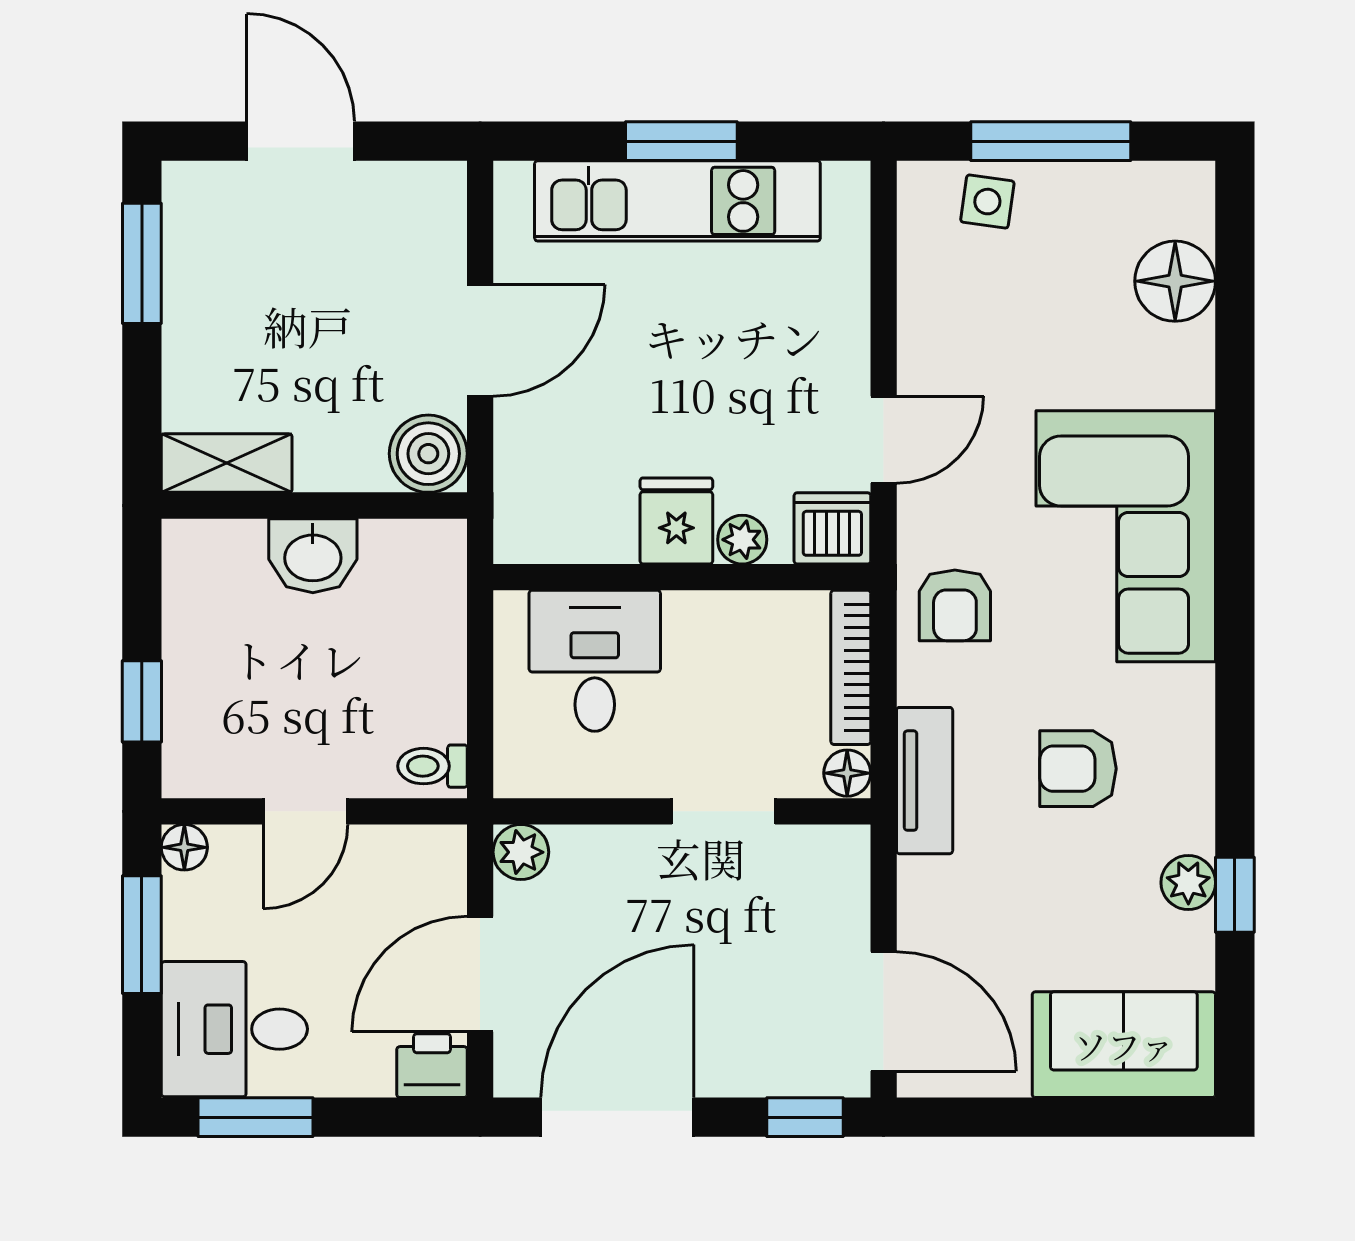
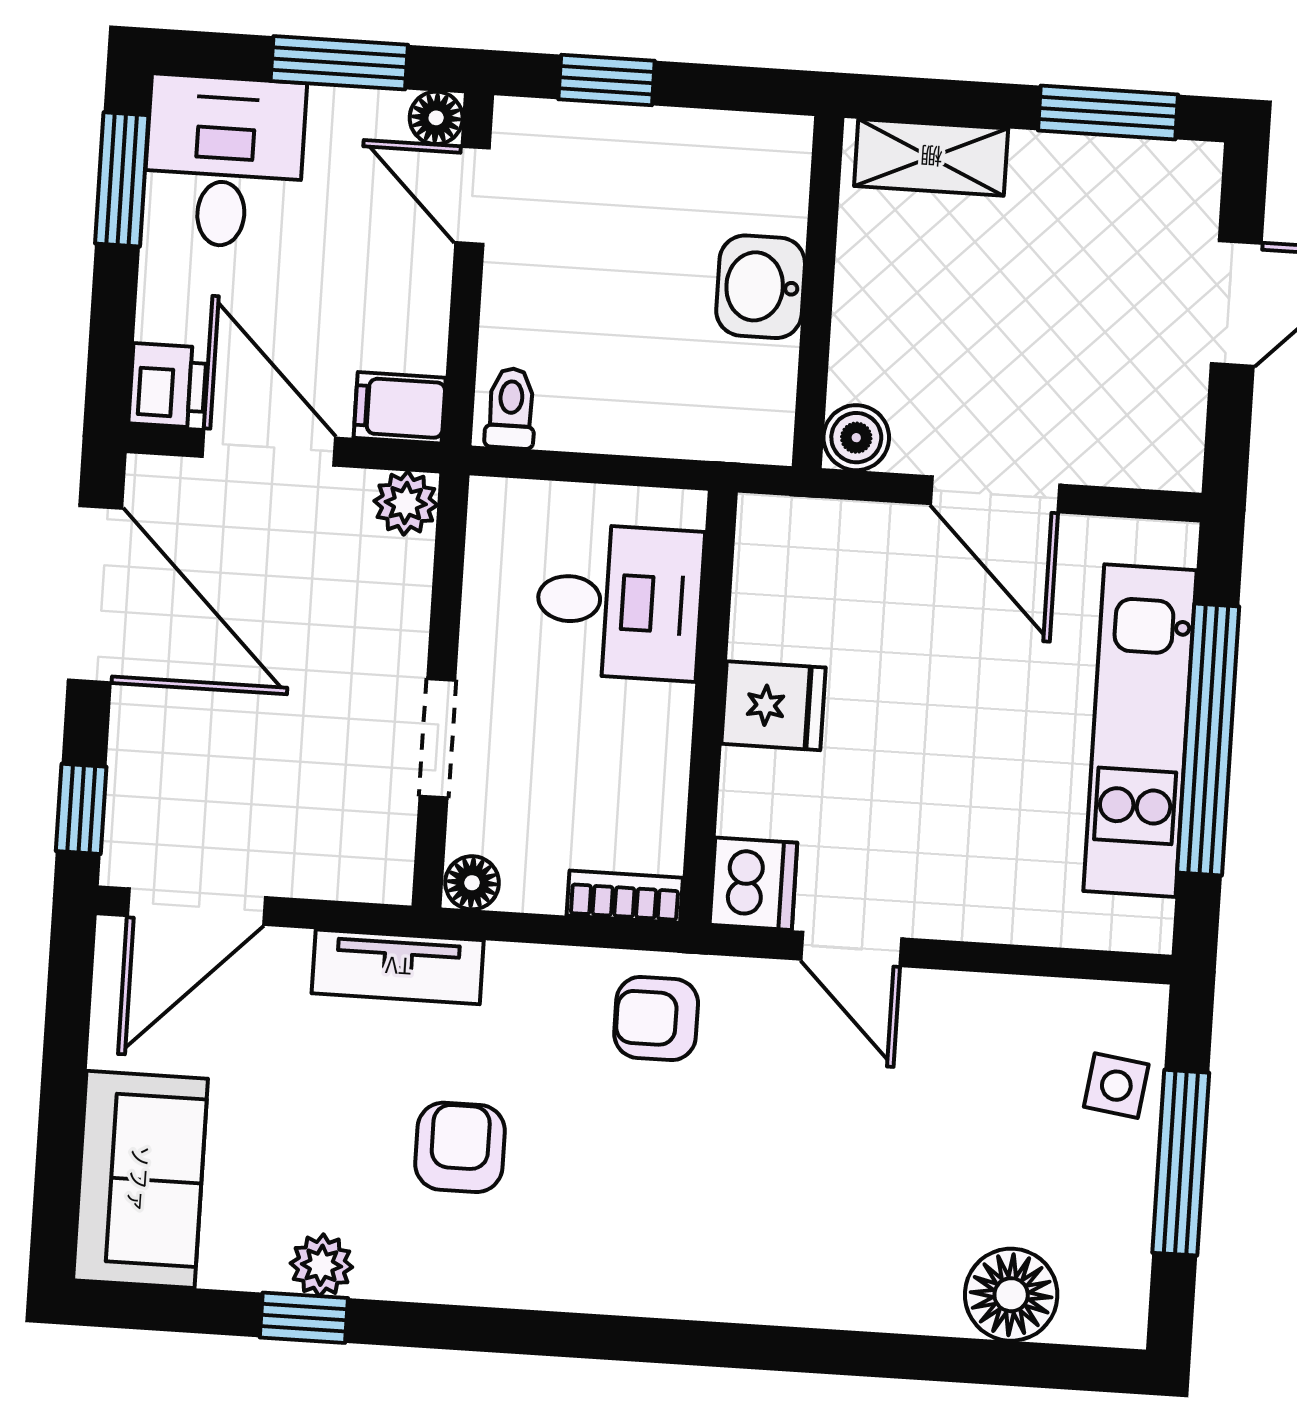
window: (681, 141) -> (1208, 739), width x2.11
boiler: (428, 454) -> (856, 438), width x0.73, depth x0.73
shelving: (227, 463) -> (931, 157), moved, turned 90
corner sofa: (1126, 536) -> (723, 1219), removed
plant: (742, 540) -> (747, 780), removed
bookcase: (851, 667) -> (625, 897), width x0.64
tv unit: (925, 781) -> (398, 967), moved
door: (305, 811) -> (472, 195), moved
filing cabinet: (438, 863) -> (400, 408), added

